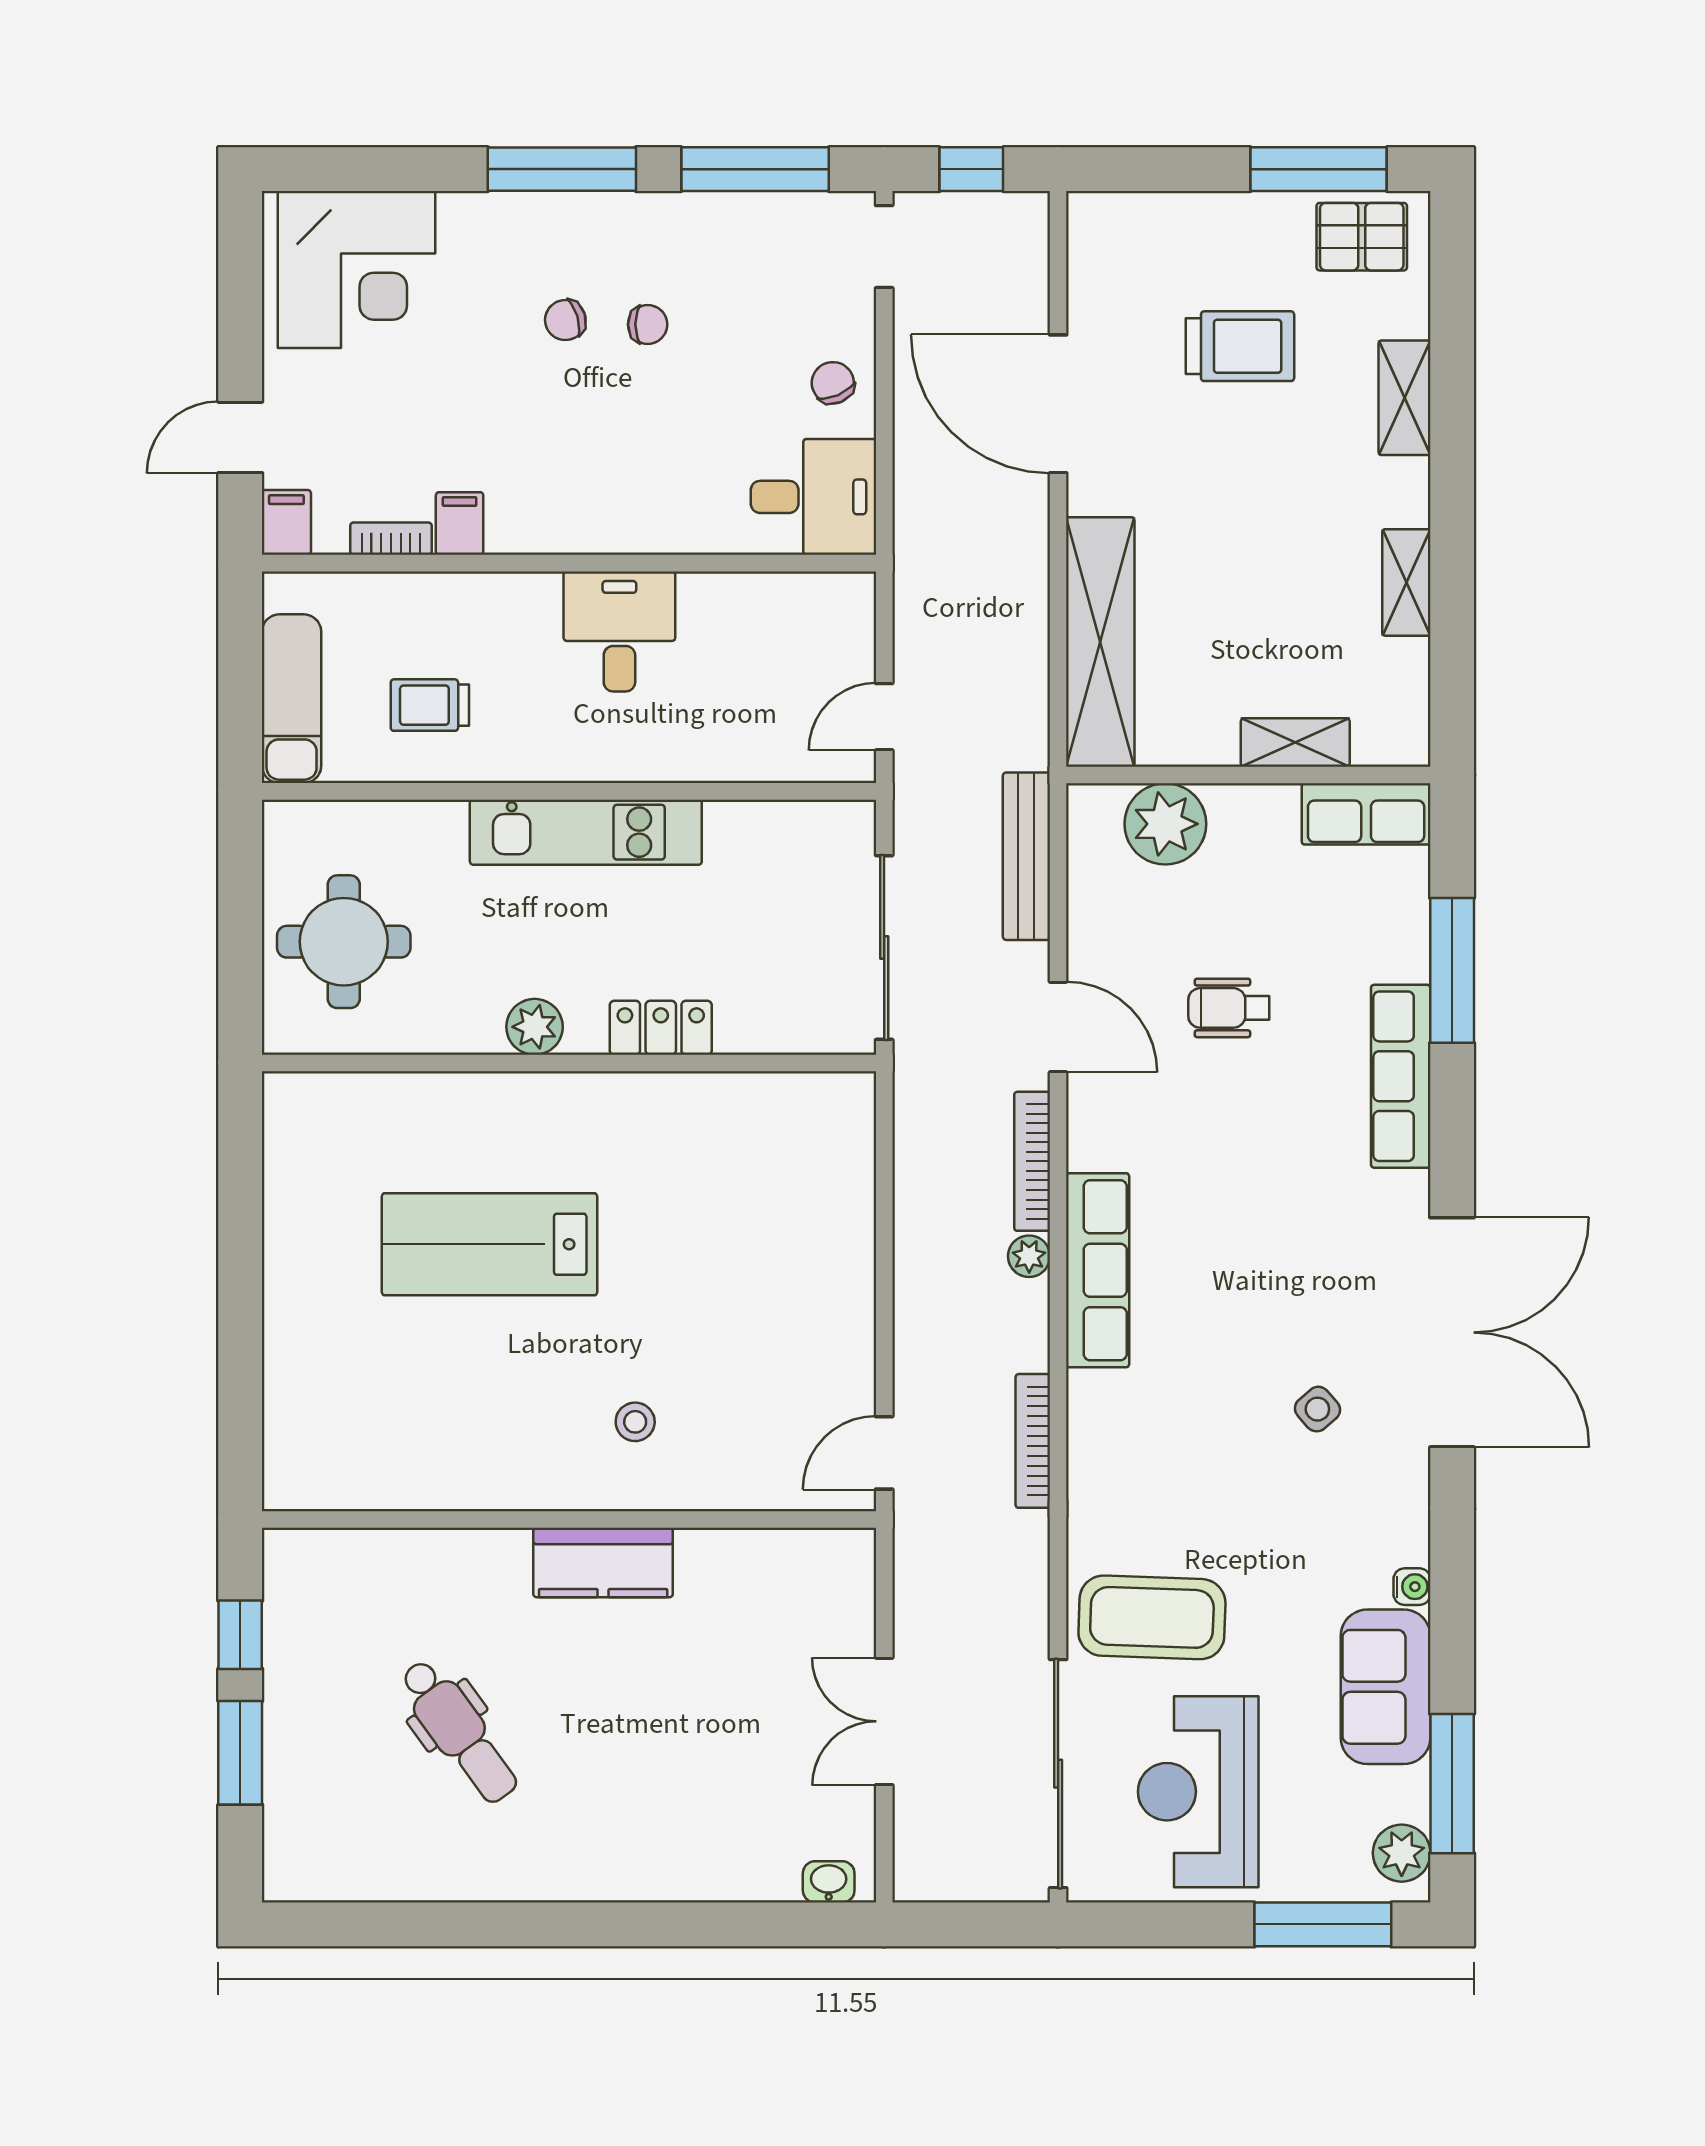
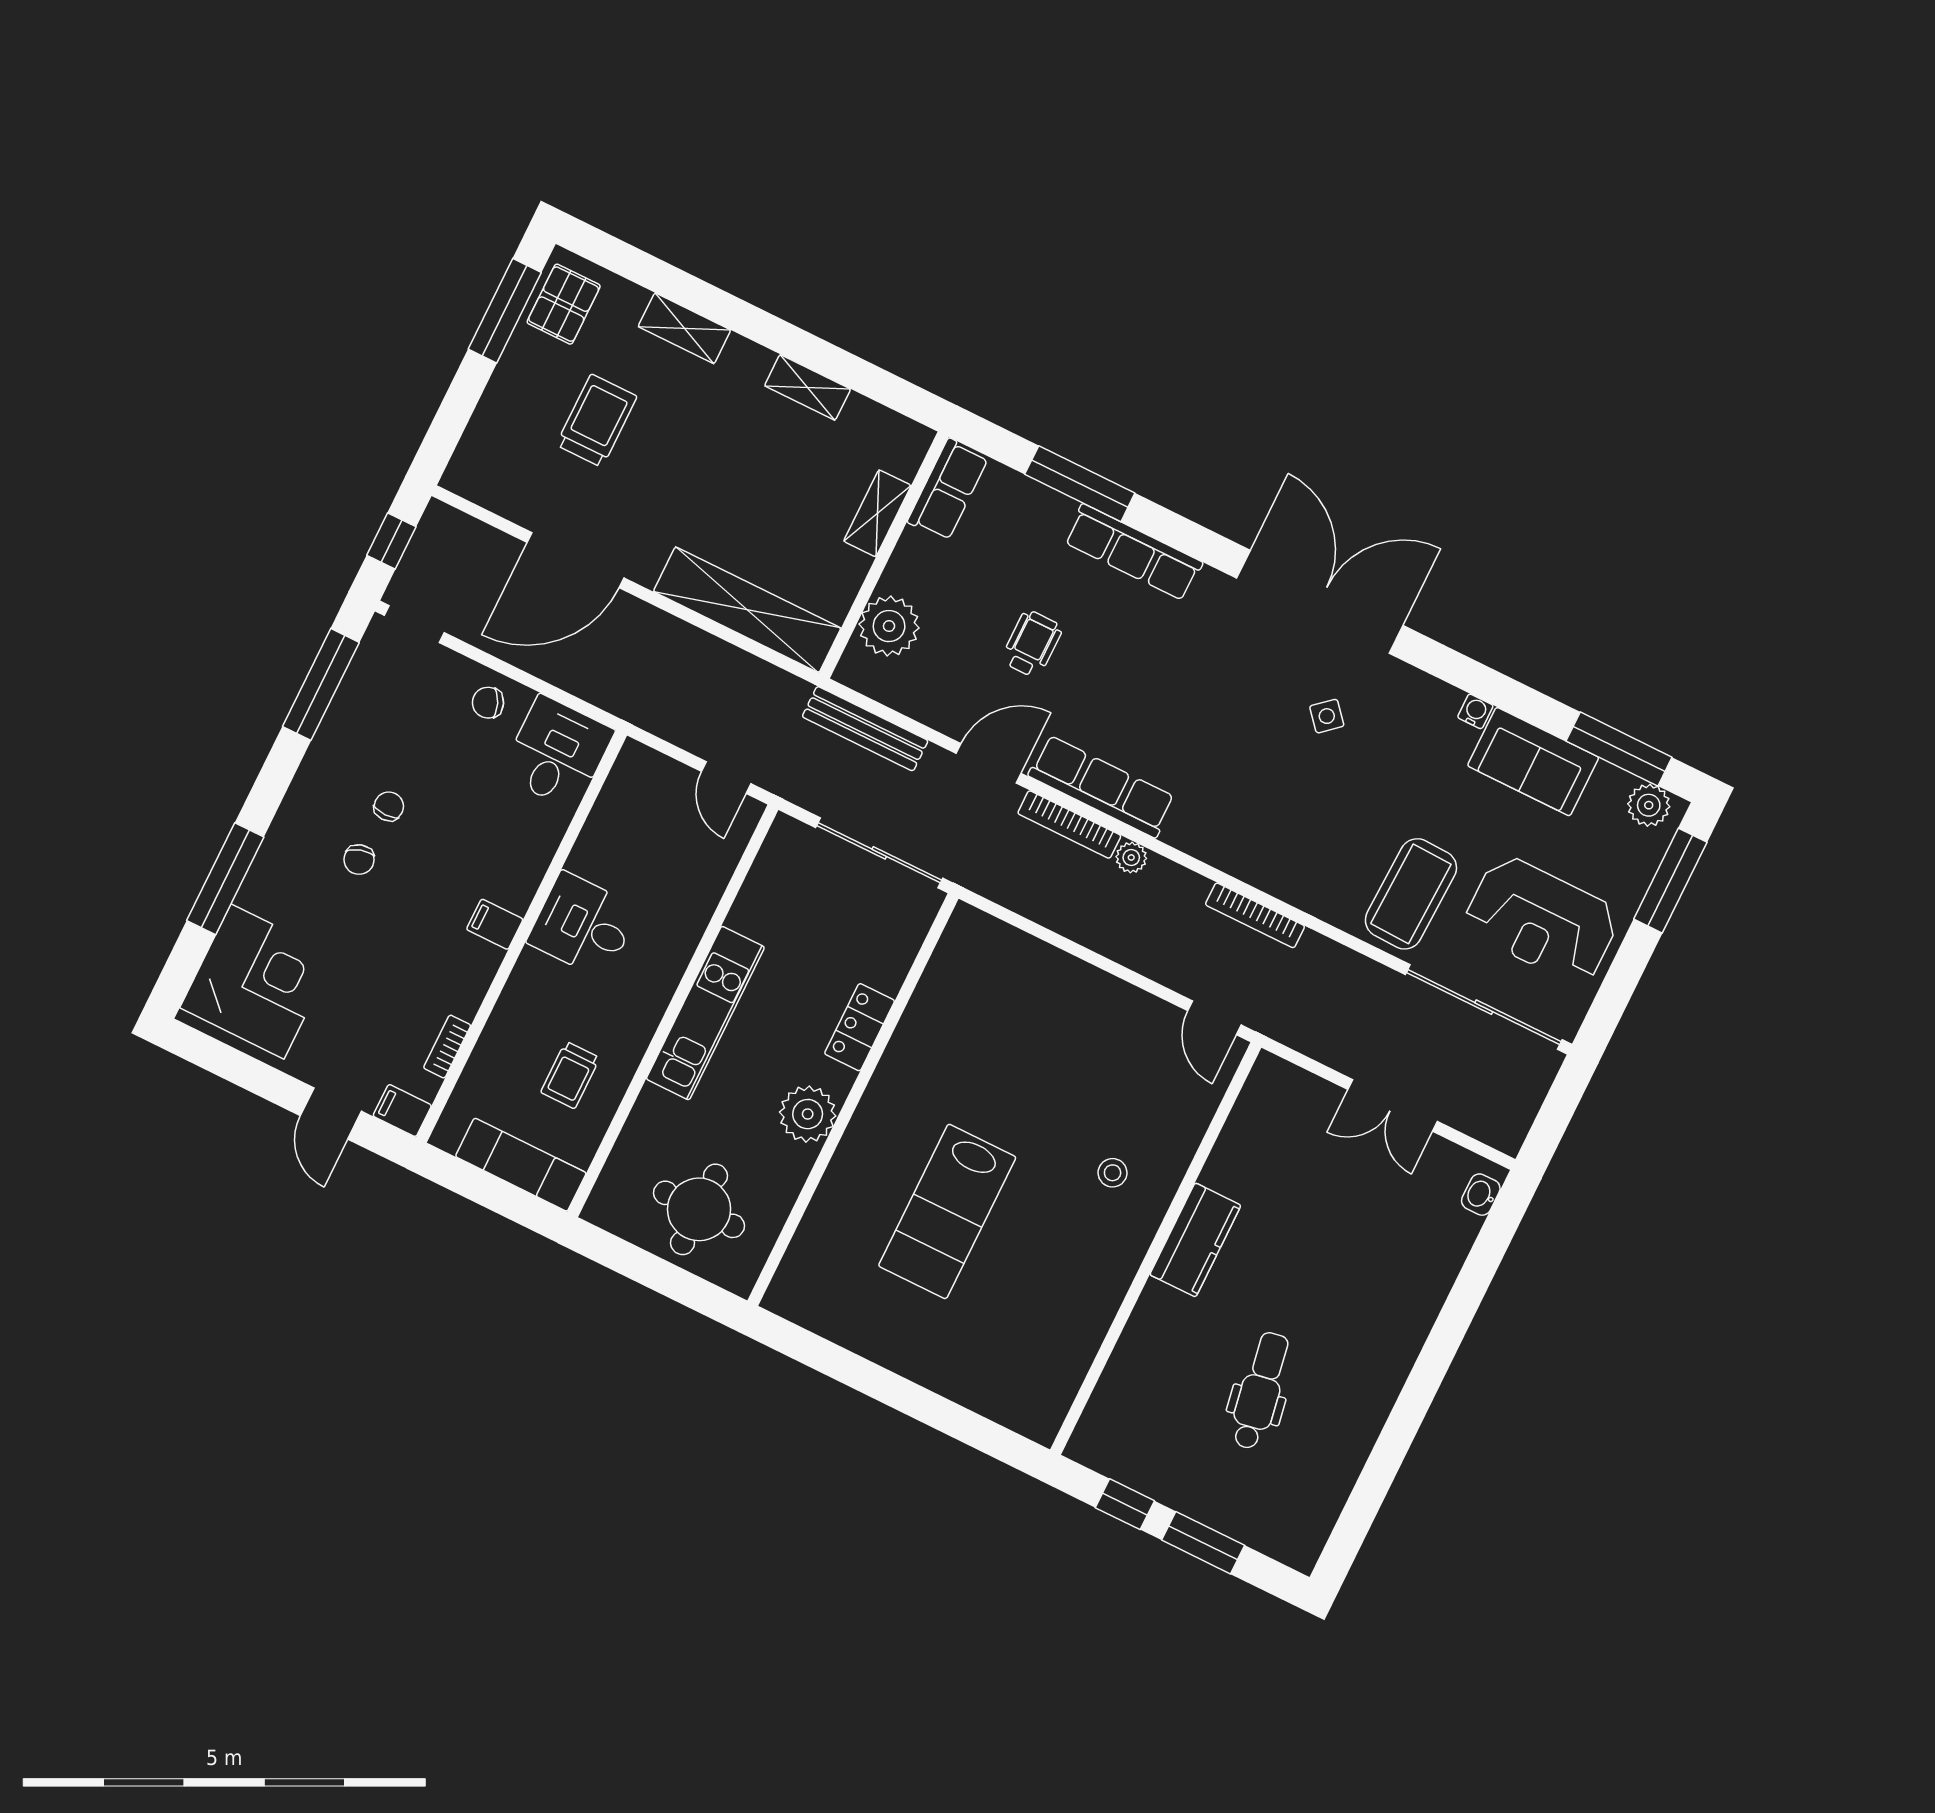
window: (562, 169) -> (225, 879), moved
filing cabinet: (460, 524) -> (495, 924), moved
wheelchair: (1229, 1008) -> (1032, 644), turned 180
plant: (535, 1027) -> (808, 1114), width x1.36, depth x1.36
row of seats: (1098, 1270) -> (1102, 786), moved
dental chair: (459, 1731) -> (1260, 1391), turned -64

